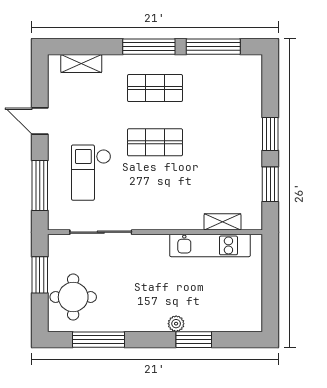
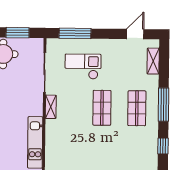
window: (213, 47) -> (163, 146), width x0.46
door: (40, 121) -> (135, 34), moved
shelving: (223, 222) -> (51, 107), moved

